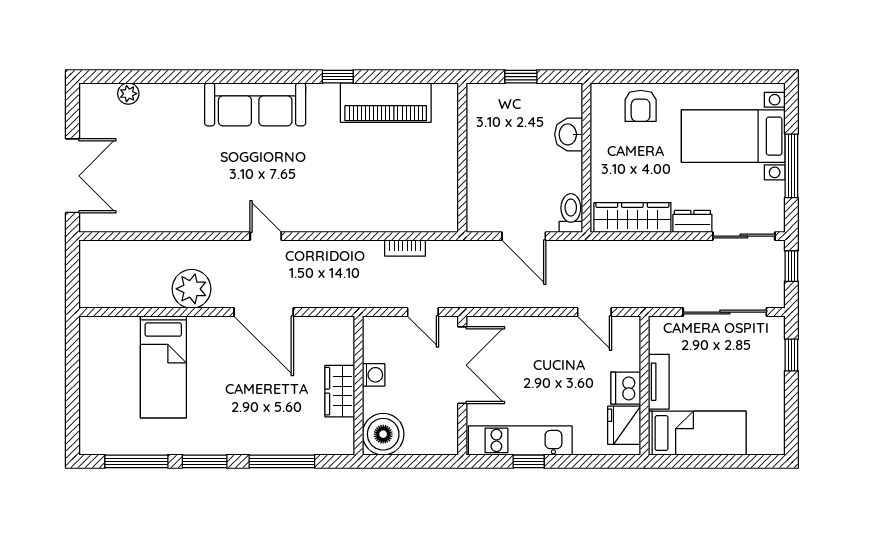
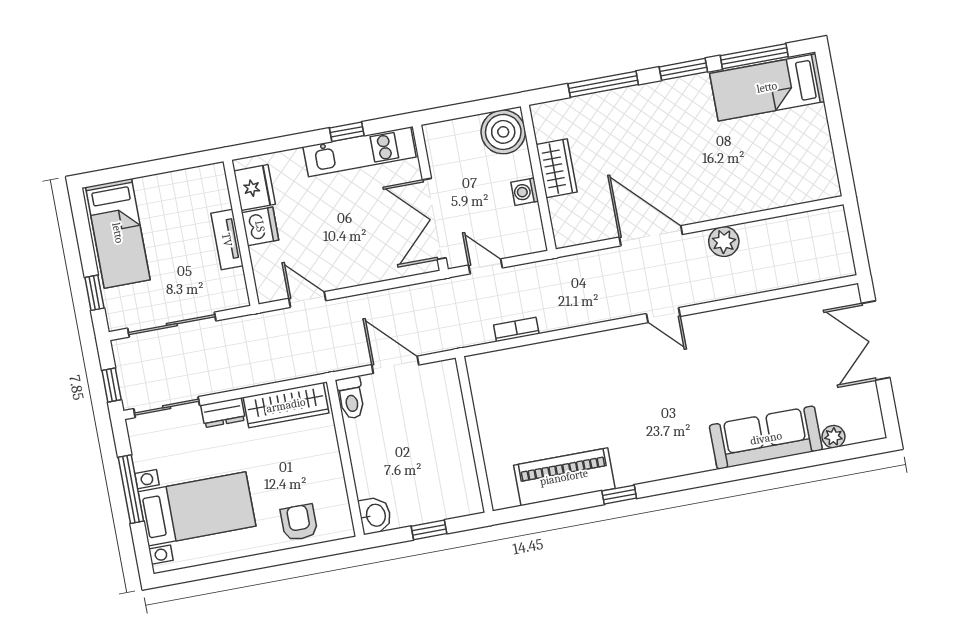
sofa: (255, 104) -> (766, 438), moved
washbasin: (569, 134) -> (375, 515), moved
plant: (192, 289) -> (724, 242), width x0.73, depth x0.73
bed: (163, 367) -> (767, 87), moved, turned -90
bed: (697, 433) -> (118, 233), moved, turned -90

